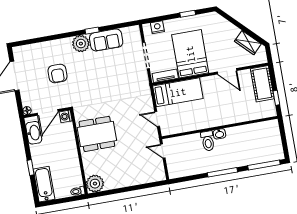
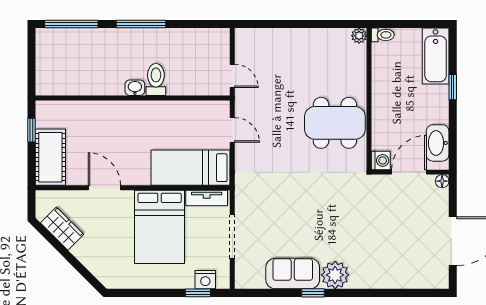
window: (188, 14) -> (198, 293), moved
armchair: (57, 73) -> (382, 233), removed
plant: (95, 184) -> (359, 36), width x0.53, depth x0.53

